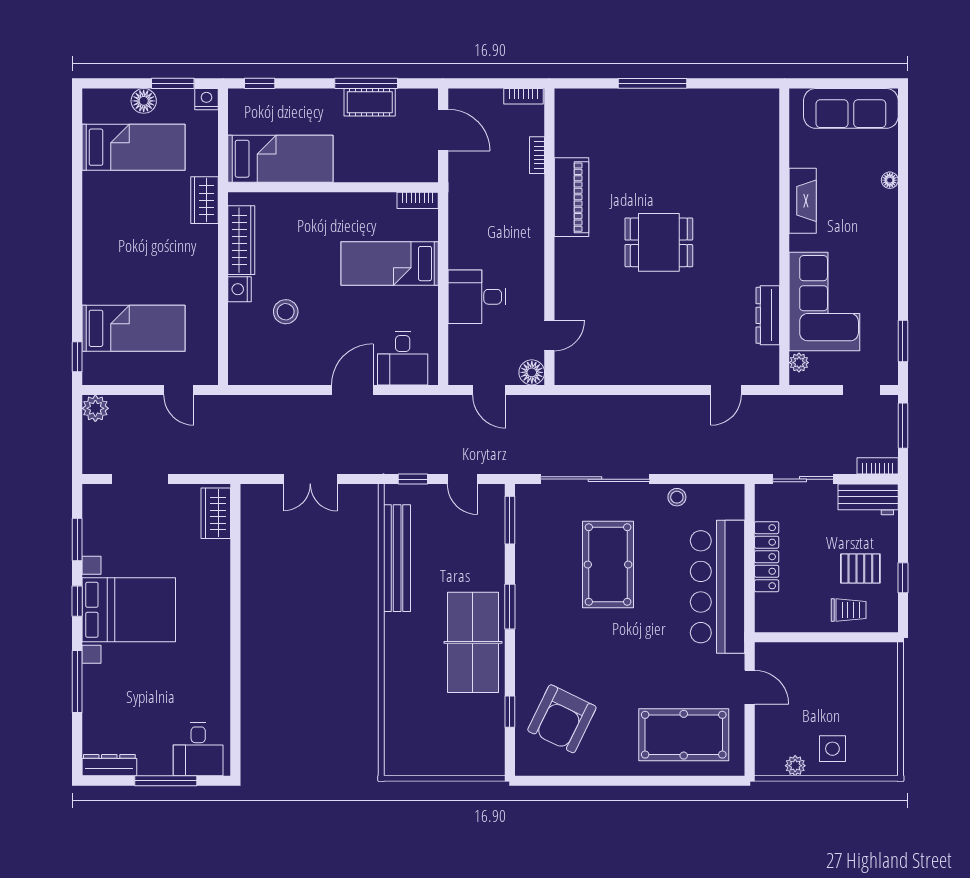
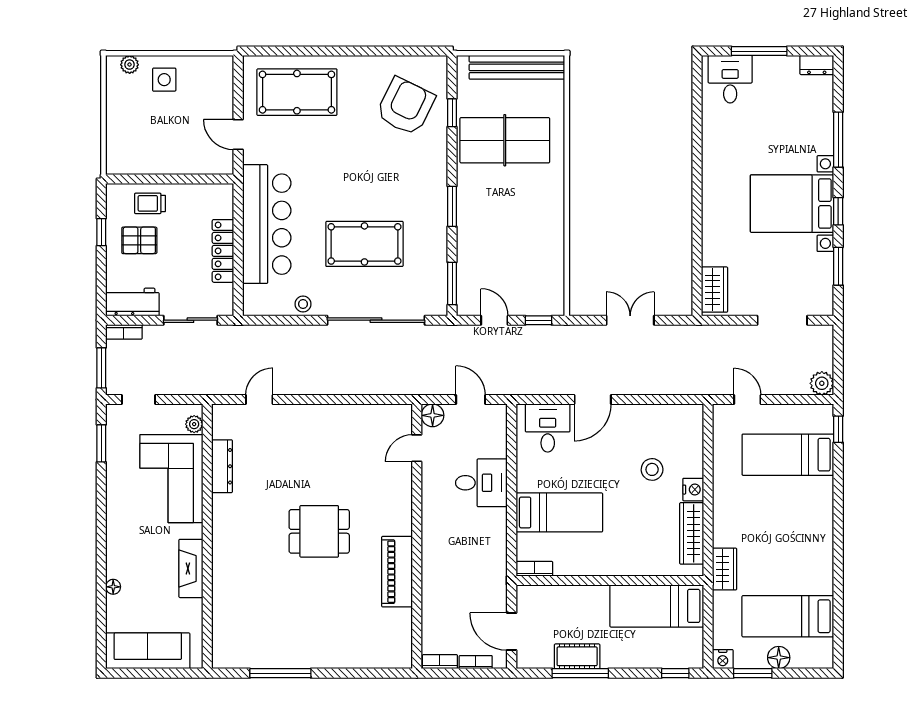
window: (653, 83) -> (280, 673), moved
bookcase: (537, 155) -> (476, 662), moved, turned -90
bench: (397, 558) -> (517, 67), moved, turned 90
pool table: (608, 565) -> (364, 244), turned 90
table tennis table: (473, 642) -> (505, 140), moved, turned 90
dresser: (109, 765) -> (817, 65), width x0.70
plant: (795, 766) -> (130, 65), moved

